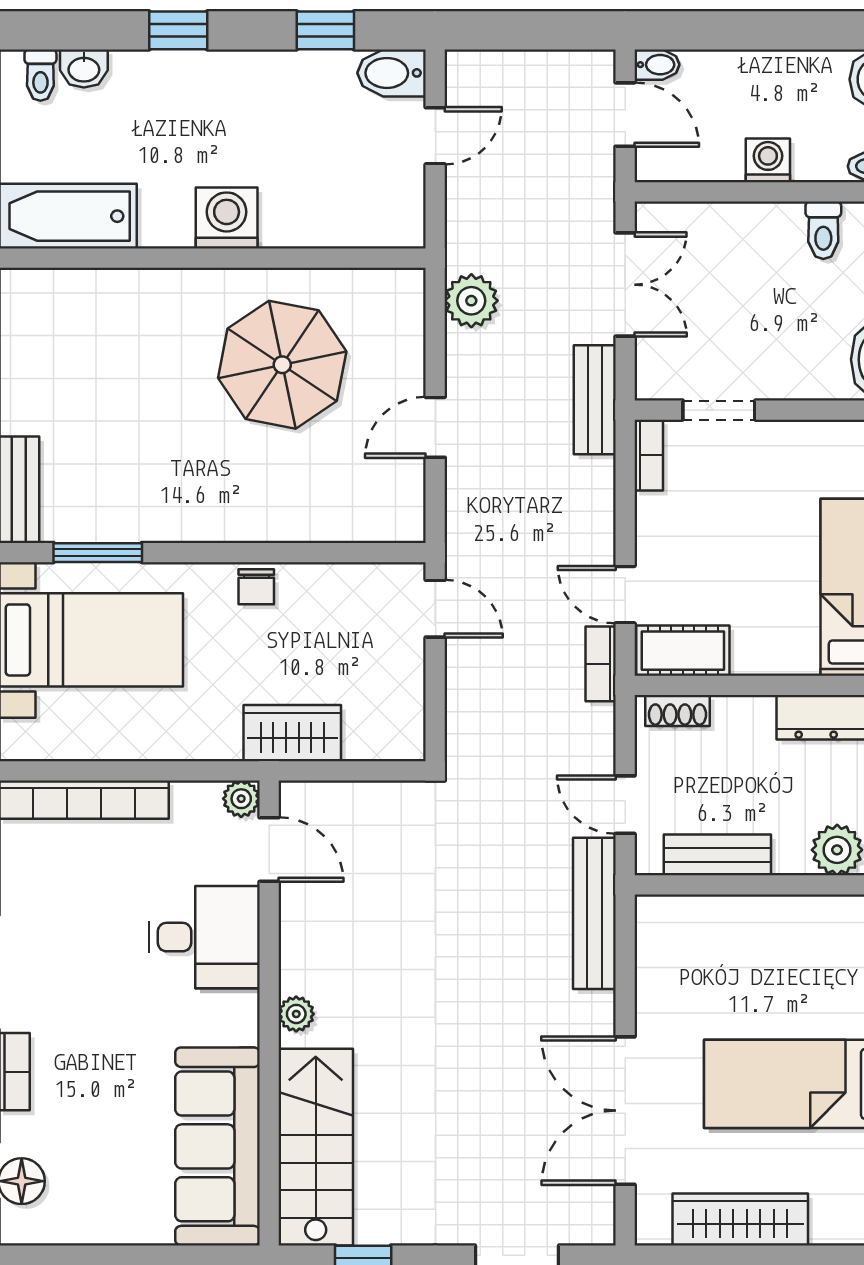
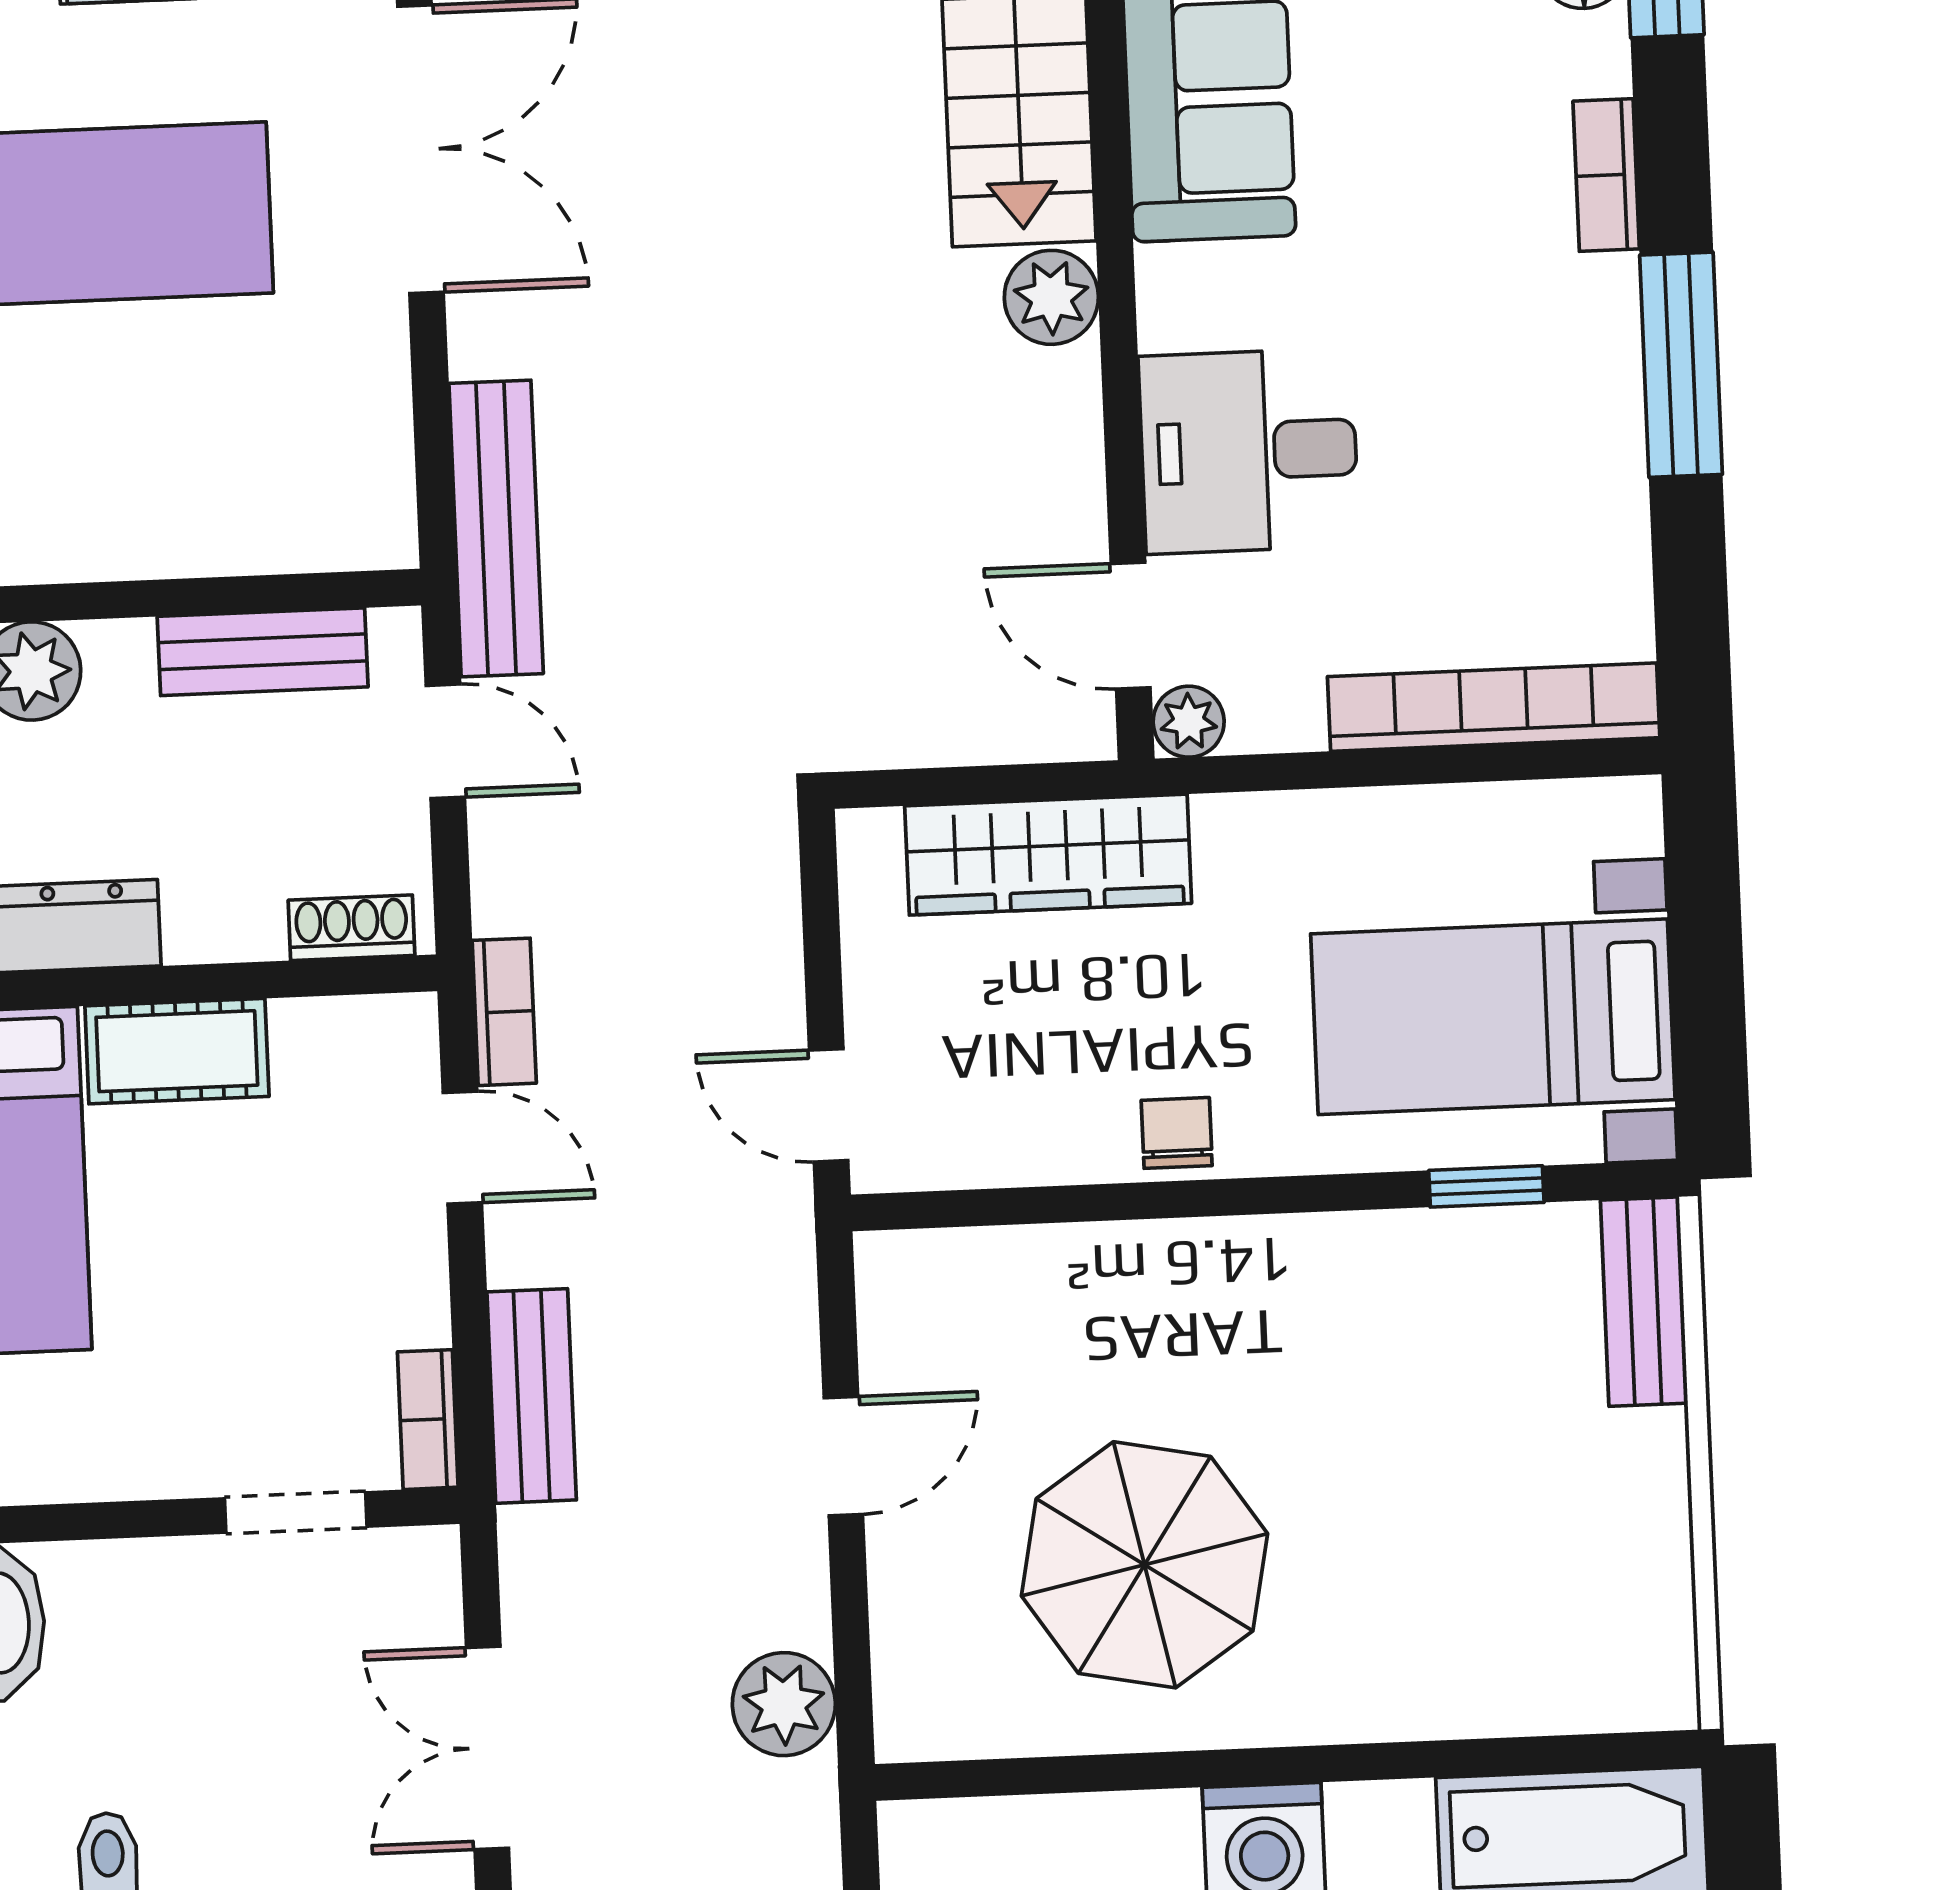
bench: (595, 400) -> (532, 1396), moved
window: (98, 553) -> (1486, 1186), width x0.67
cot: (683, 651) -> (177, 1051), moved
wardrobe: (292, 733) -> (1048, 855), width x1.50
plant: (296, 1014) -> (1051, 297), width x1.38, depth x1.38

